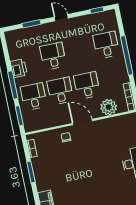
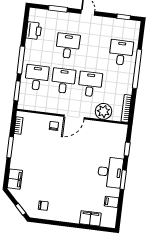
printer: (19, 68) -> (34, 31), moved
door: (82, 122) -> (74, 117), swing flipped

